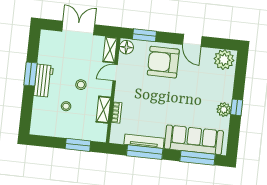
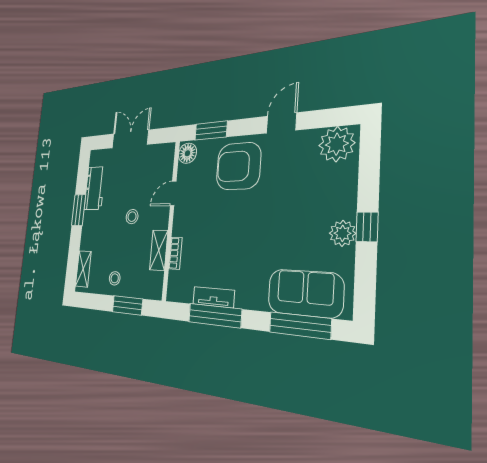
door: (192, 40) -> (281, 123), swing flipped
shelving: (110, 50) -> (83, 269), moved
workbench: (44, 81) -> (95, 188), moved
stool: (66, 106) -> (115, 278), moved
sofa: (194, 140) -> (305, 293), width x0.73
tv unit: (144, 141) -> (213, 297), width x0.71

